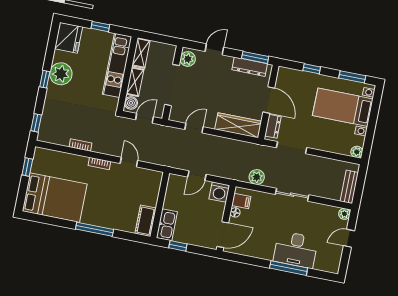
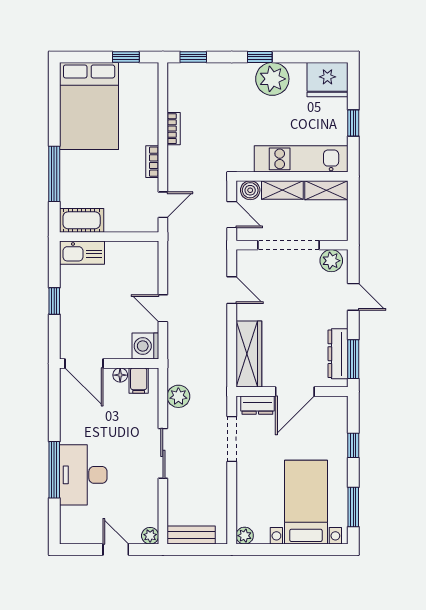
wall: (160, 205) -> (109, 237), moved
cot: (146, 221) -> (82, 220), moved
kitchen sink: (167, 225) -> (82, 253), moved

